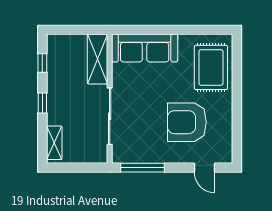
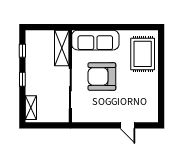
armchair: (187, 122) -> (102, 76), moved
window: (142, 168) -> (94, 125), removed
door: (204, 168) -> (128, 125), moved

